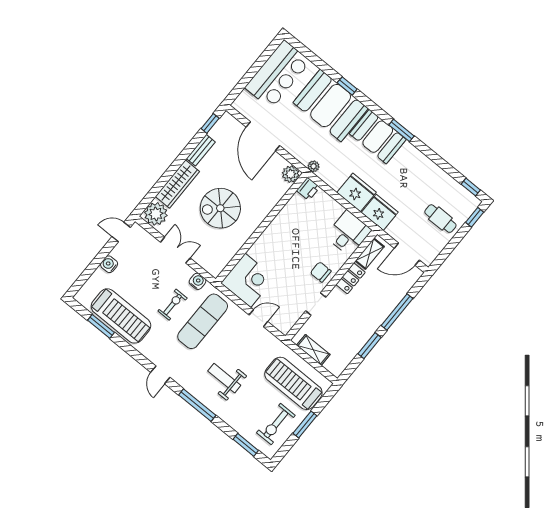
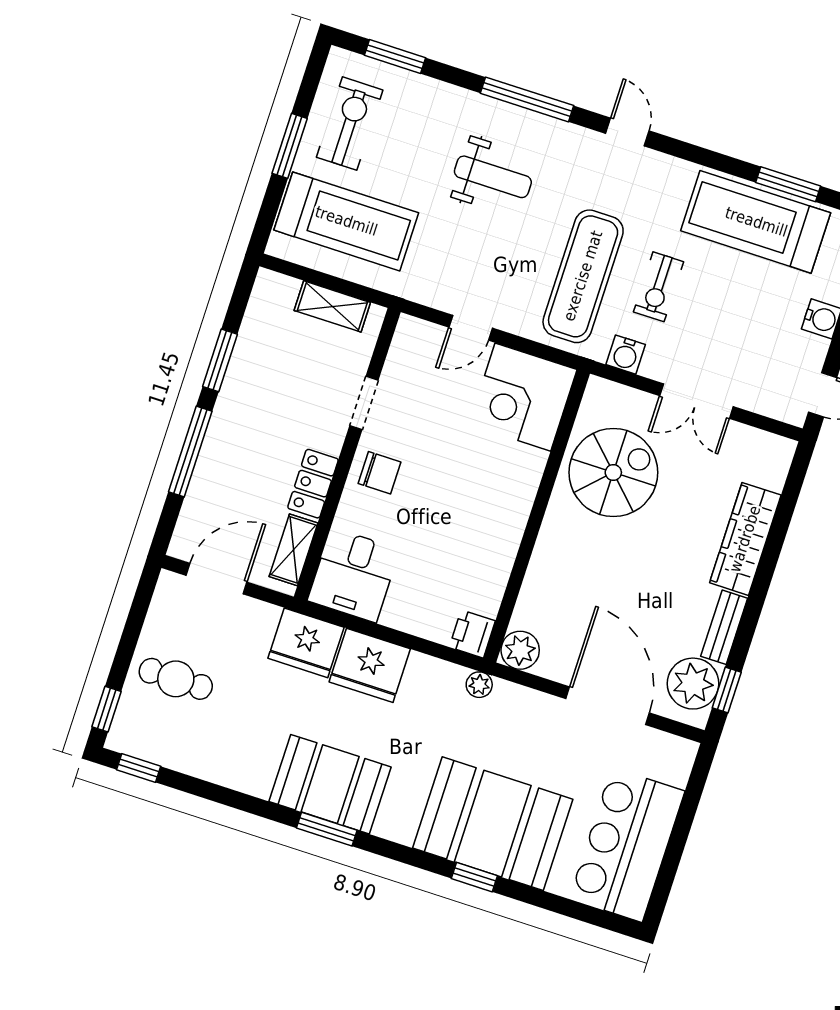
booth: (378, 137) -> (330, 784), moved
spiral stairs: (220, 208) -> (613, 472), moved
plant: (156, 214) -> (693, 684), moved

